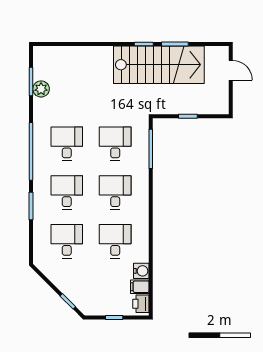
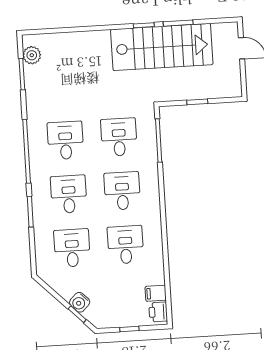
plant: (41, 89) -> (32, 55), moved
water cooler: (141, 271) -> (80, 302), moved, turned 135

